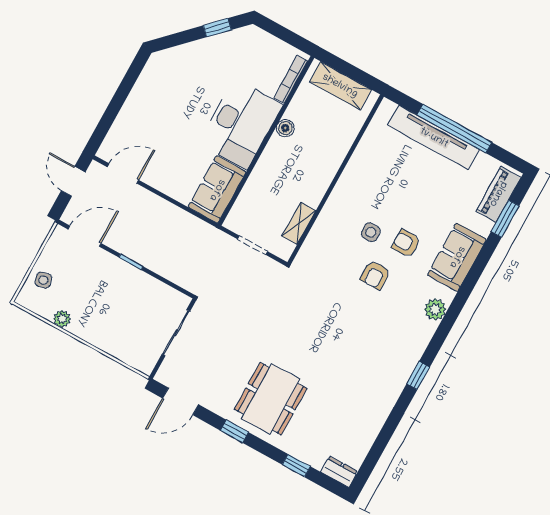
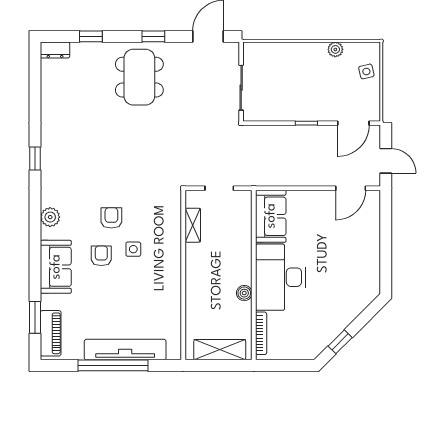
armchair: (406, 243) -> (101, 256), turned -90

